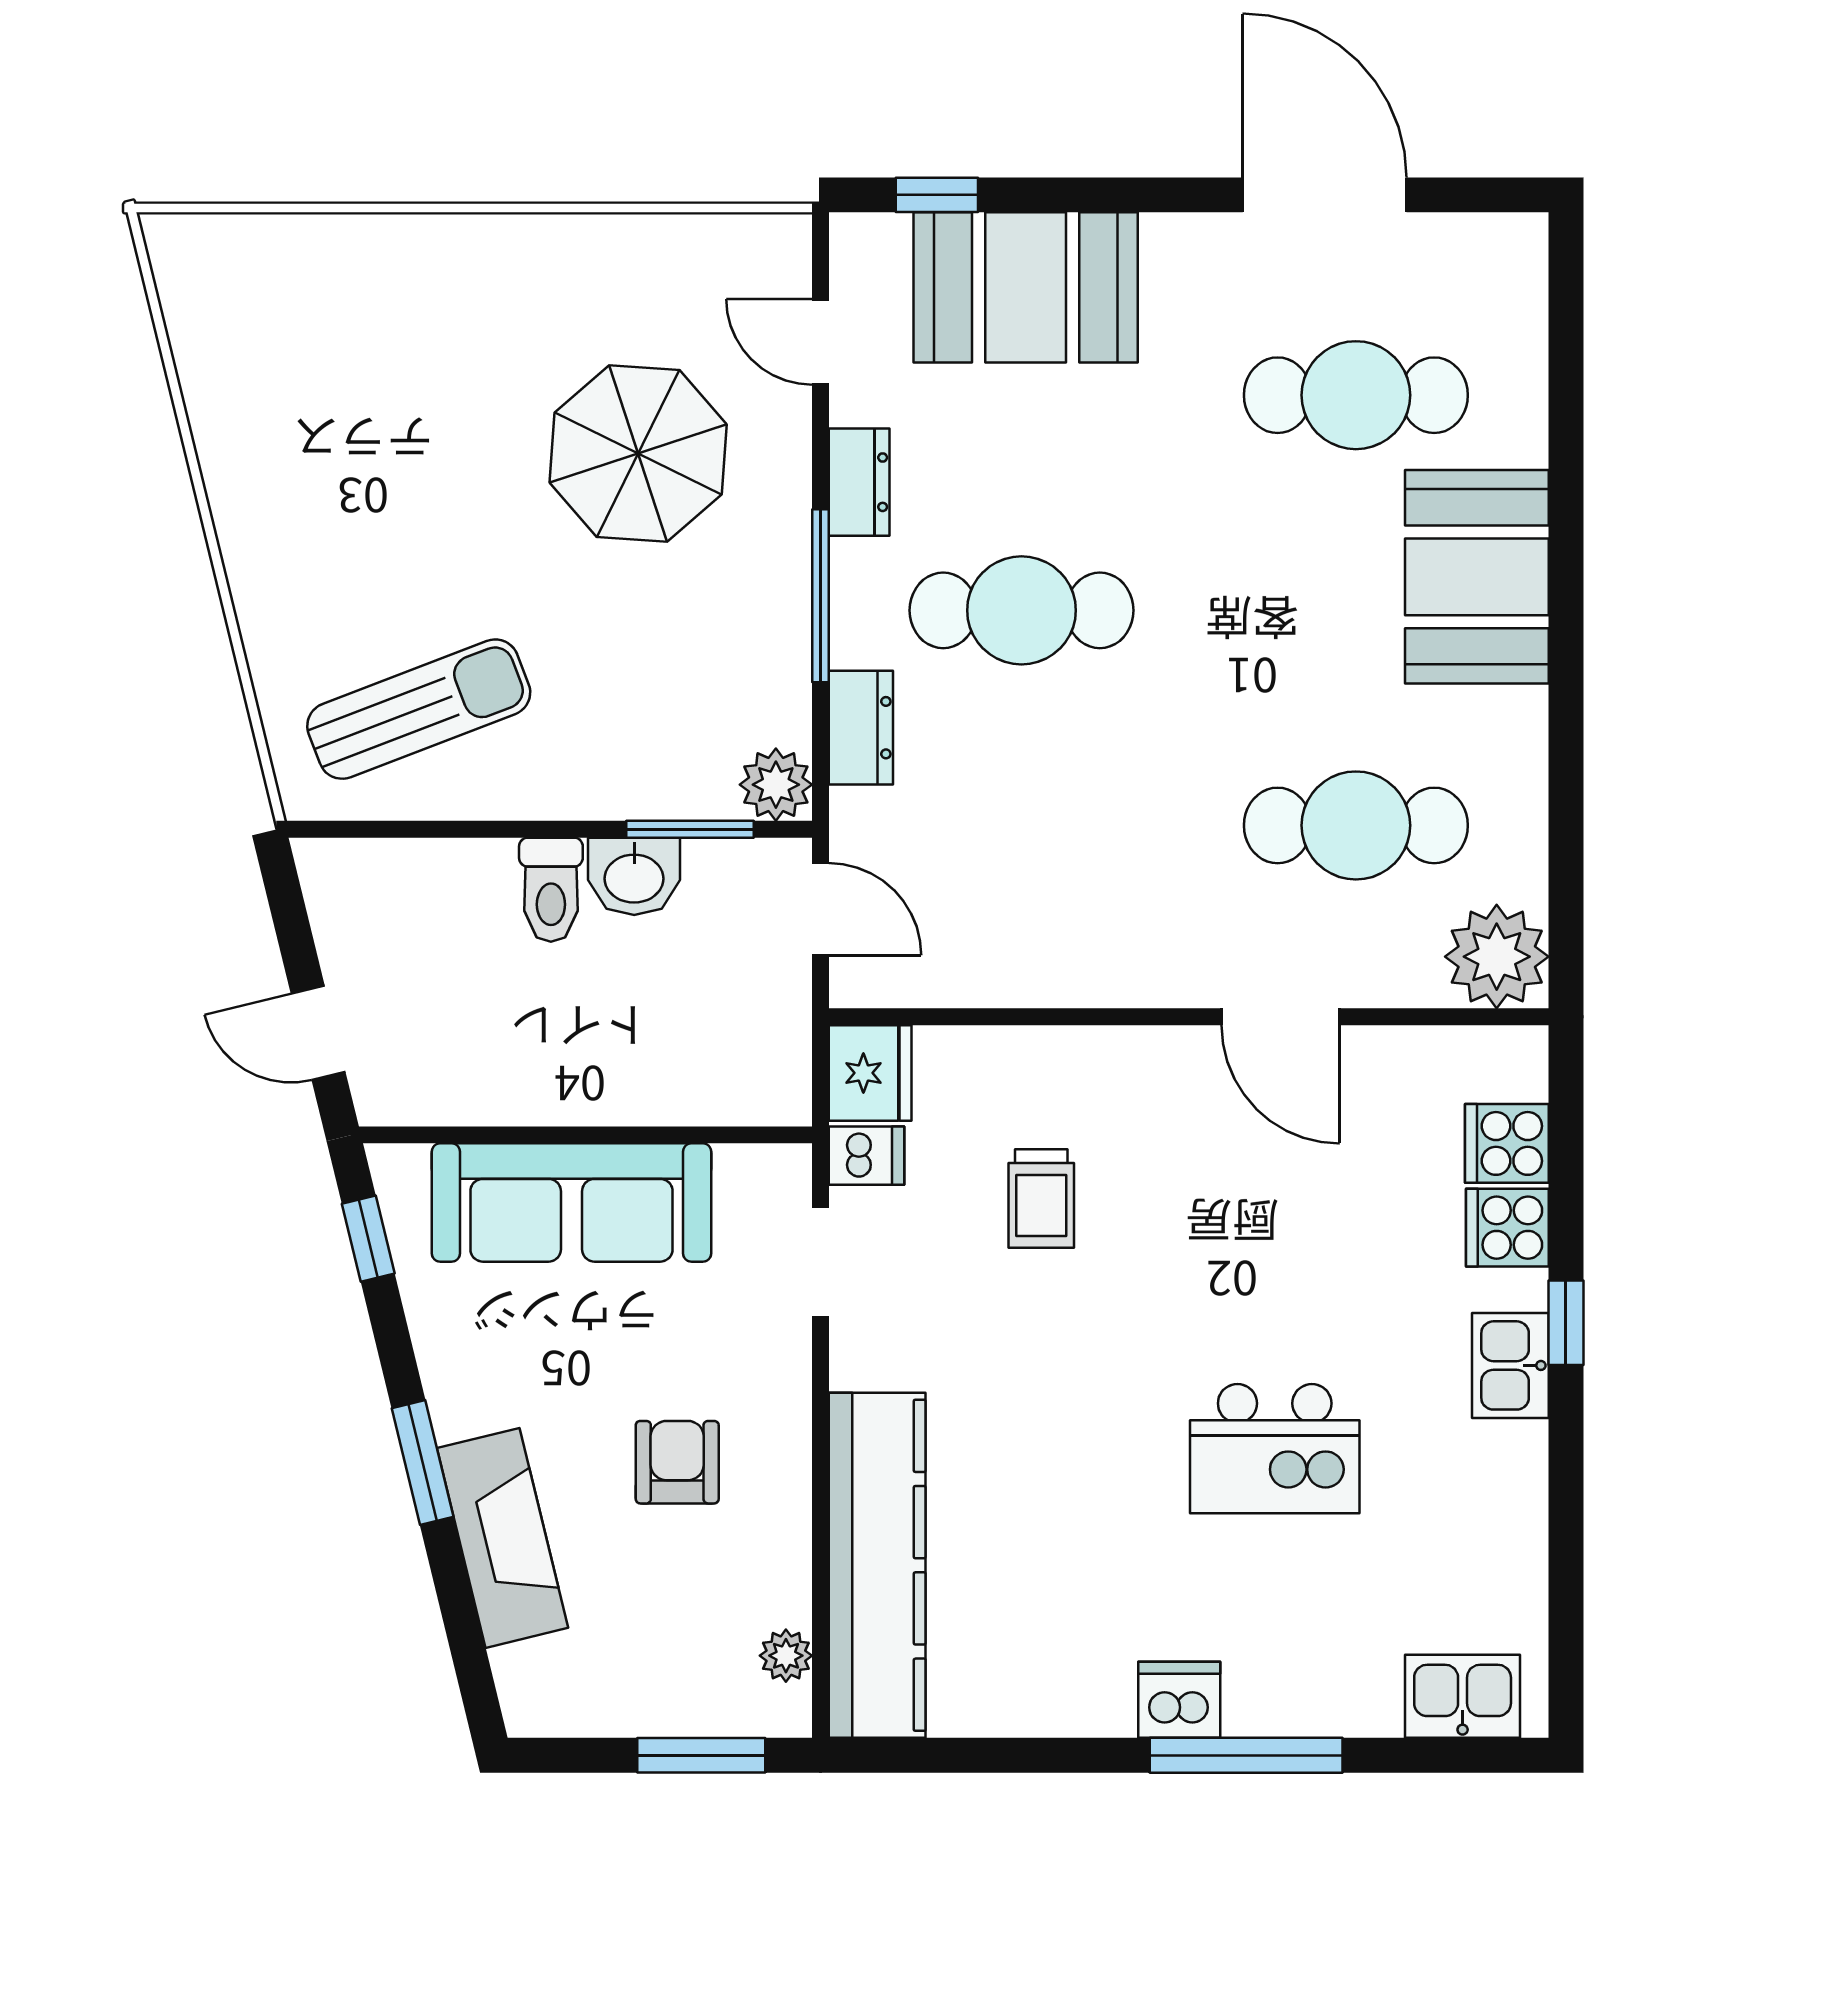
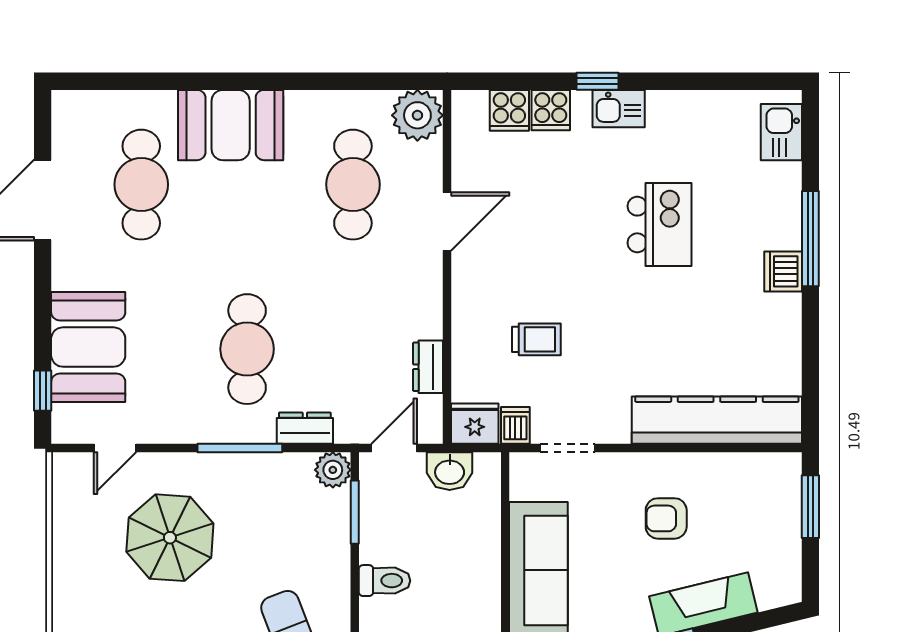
dresser: (859, 482) -> (428, 367), moved, turned -90
washbasin: (634, 876) -> (450, 471), moved, turned 90
plant: (786, 1656) -> (761, 465), removed

